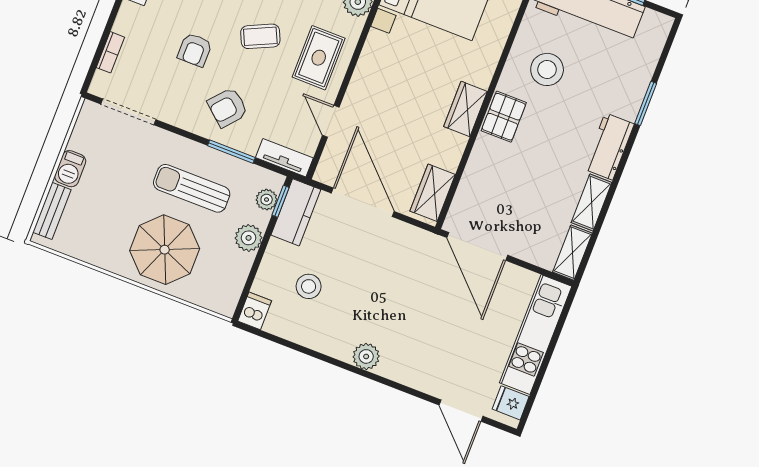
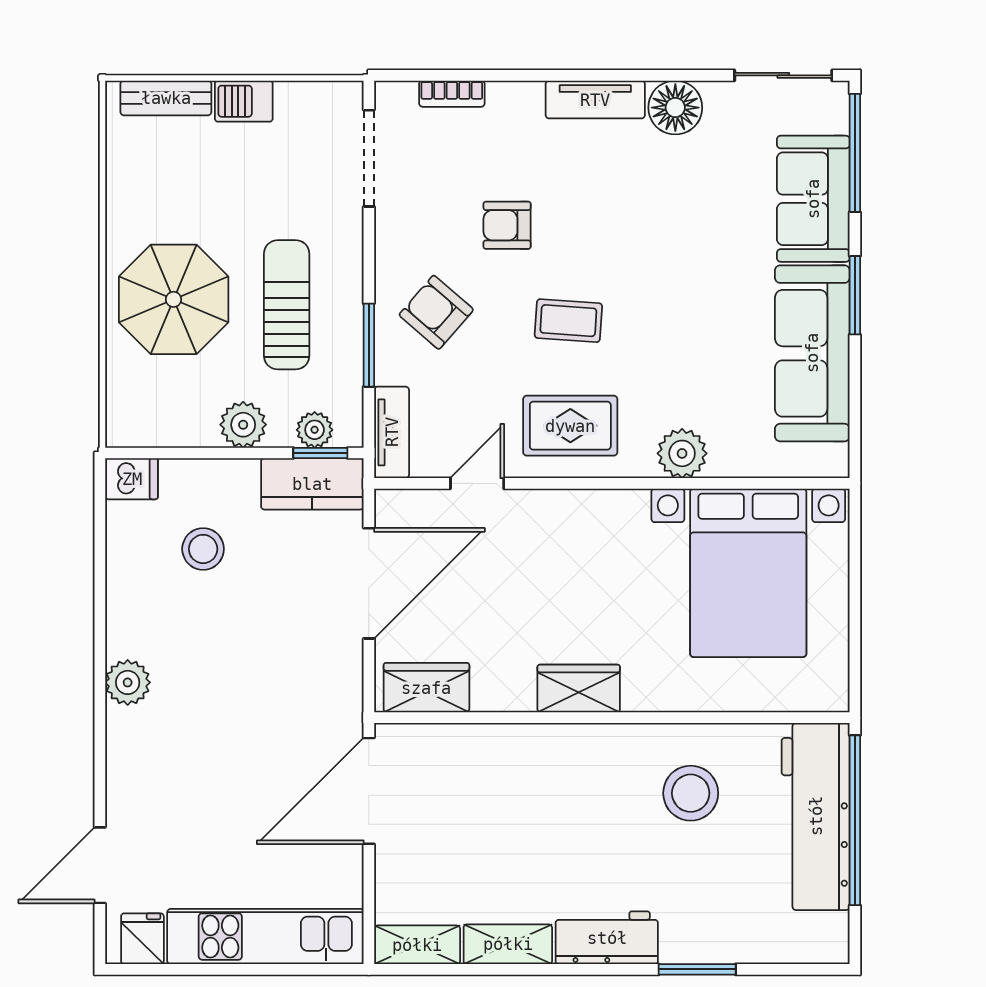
coffee table: (260, 36) -> (568, 321), turned -61
pallet: (504, 117) -> (590, 754), removed

